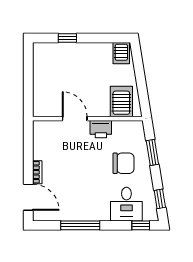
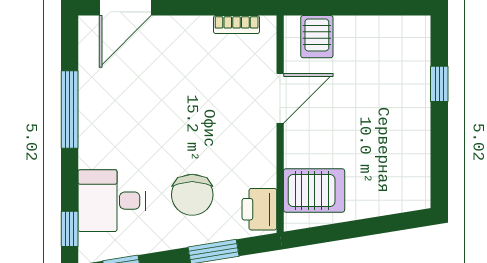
server rack: (121, 53) -> (317, 37), moved, turned -90
printer: (101, 129) -> (259, 209), moved
bookcase: (37, 172) -> (237, 25), moved

